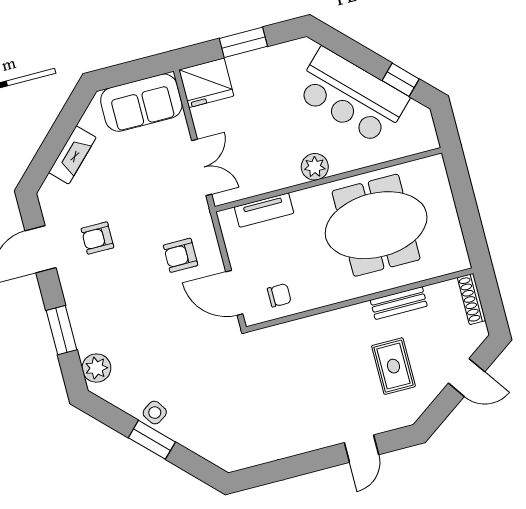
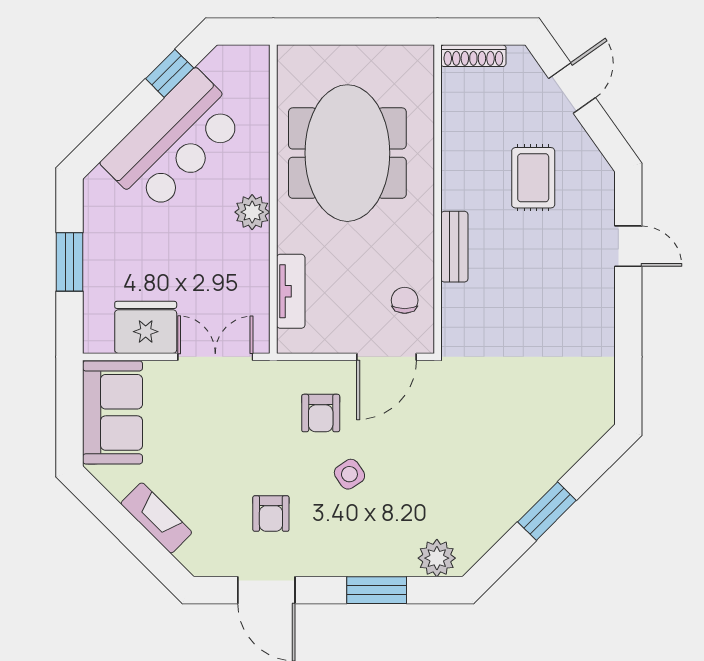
fridge: (206, 83) -> (146, 327), moved, turned -90
bench: (399, 303) -> (454, 247), moved
rug: (393, 366) -> (533, 178), turned 90
side table: (155, 413) -> (349, 474), moved

